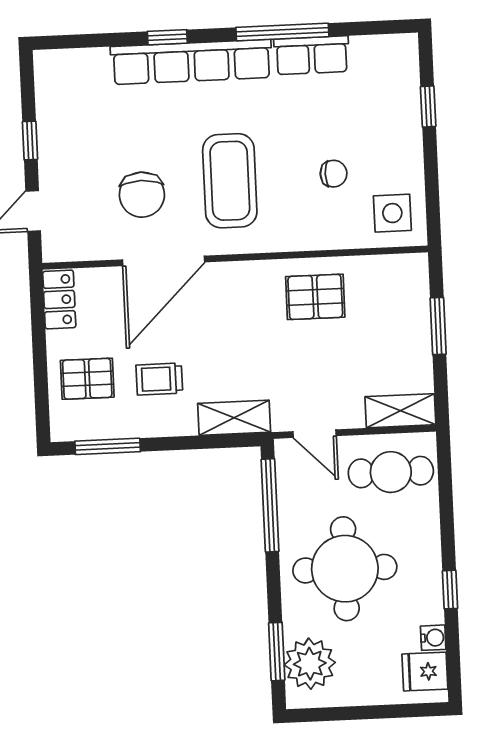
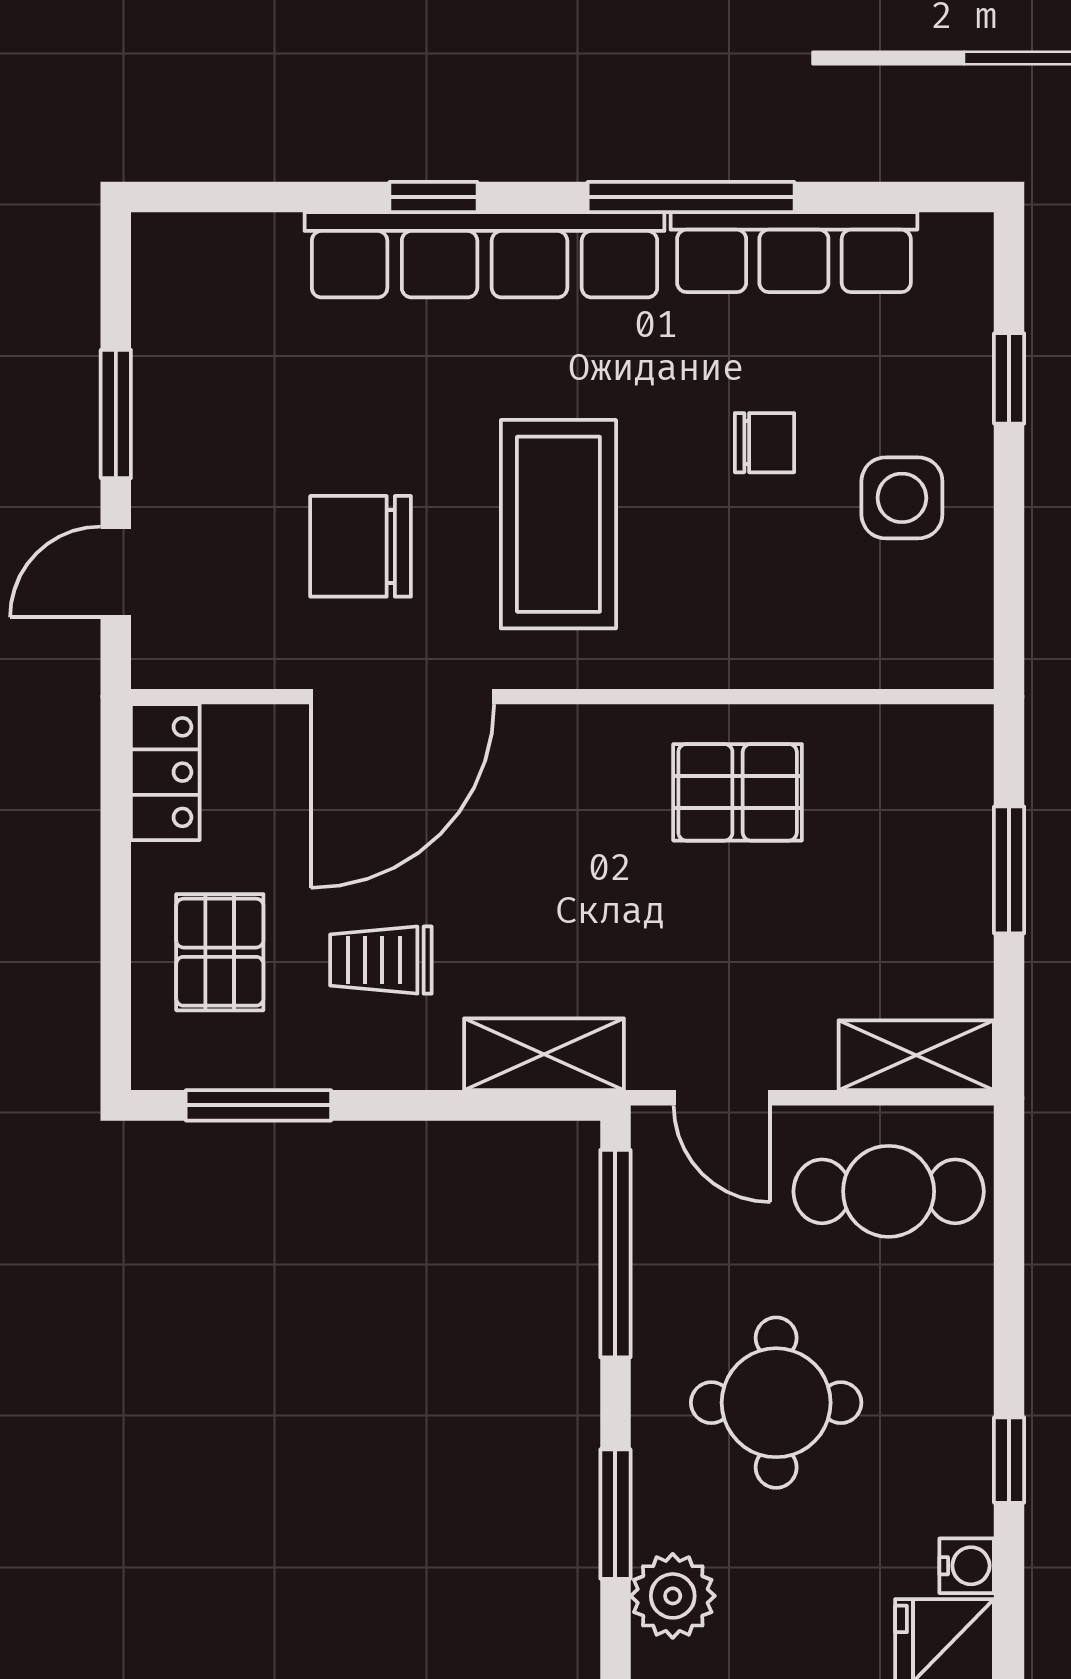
row of seats: (312, 55) -> (794, 252), width x1.48
window: (30, 140) -> (116, 414), width x1.50
chair: (334, 174) -> (764, 443), moved
chair: (142, 195) -> (361, 546), turned 90
side table: (392, 213) -> (902, 498), moved
pallet: (87, 379) -> (220, 952), turned 90
round table: (345, 569) -> (776, 1403), width x0.73, depth x0.73
window: (277, 652) -> (615, 1514), moved
plant: (310, 664) -> (673, 1596), width x0.73, depth x0.73

